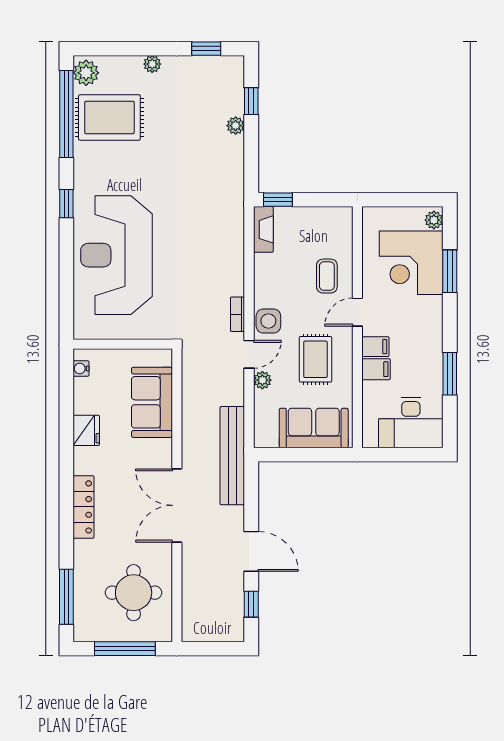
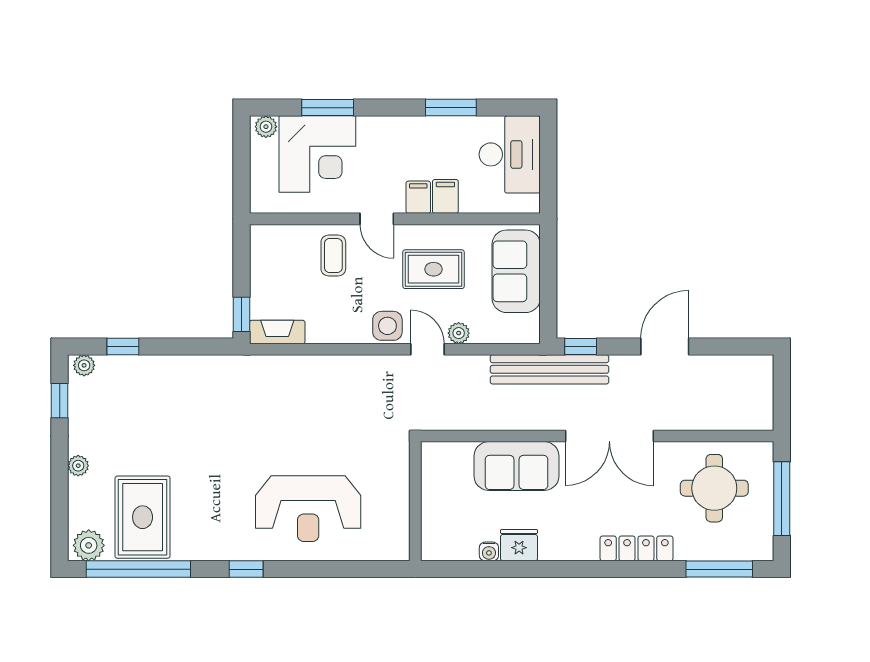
plant: (236, 126) -> (84, 365), moved
reception desk: (117, 255) -> (308, 509), width x0.74, depth x0.77
coffee table: (327, 276) -> (333, 255), turned 90
bookcase: (238, 314) -> (379, 363), removed
water cooler: (81, 368) -> (489, 551), moved
sofa: (152, 402) -> (517, 466), moved
locker: (83, 507) -> (637, 548), moved
window: (251, 604) -> (581, 346), moved

